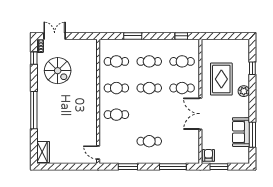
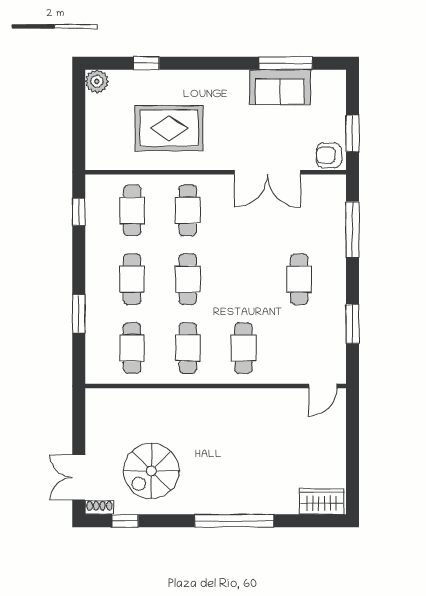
spiral stairs: (58, 71) -> (151, 471), turned 180
plant: (244, 91) -> (97, 81), moved
double door: (200, 114) -> (267, 172), moved

